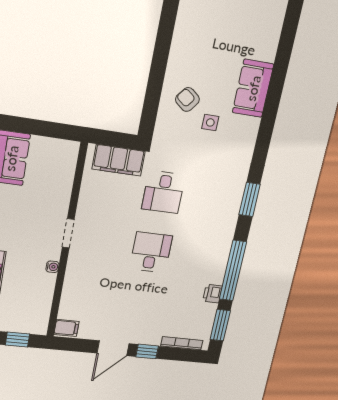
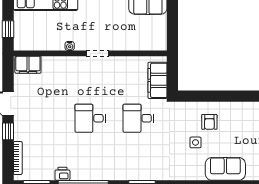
armchair: (187, 99) -> (209, 122), turned 142
desk: (151, 252) -> (90, 118), turned 180
filing cabinet: (67, 328) -> (28, 65), width x2.00

